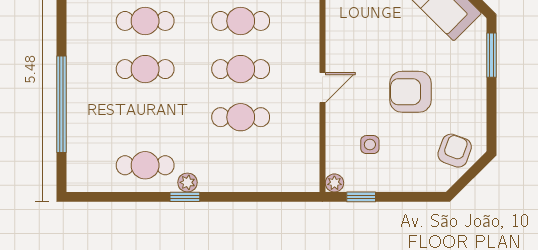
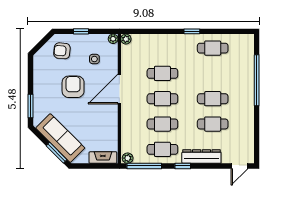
door: (322, 88) -> (119, 89), width x1.88
armchair: (410, 92) -> (73, 87), turned -90
armchair: (455, 151) -> (62, 51), moved, turned 75
plant: (187, 182) -> (126, 39), moved
window: (361, 197) -> (81, 31), moved

